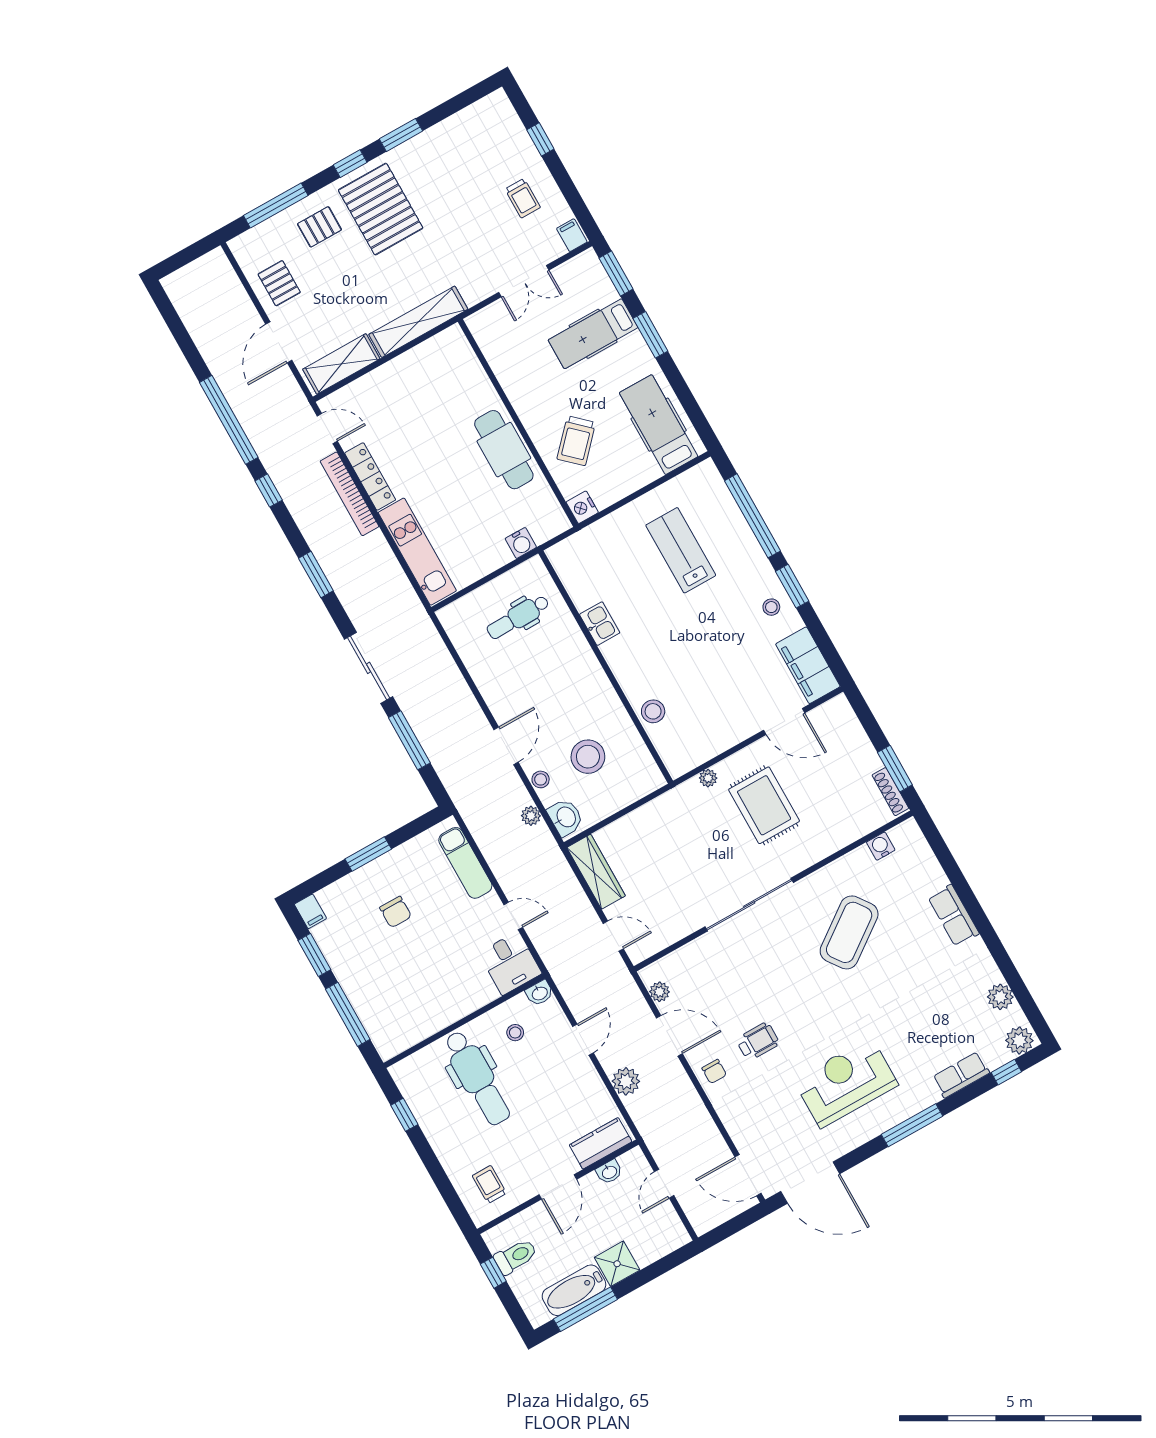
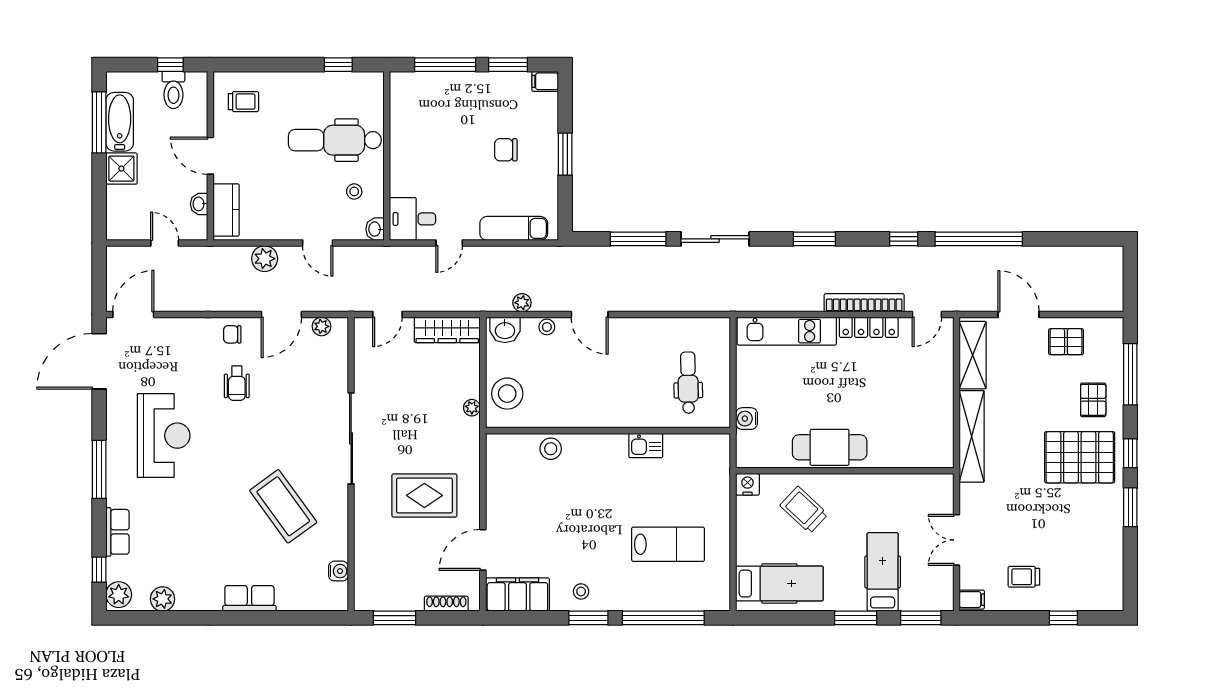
stool: (588, 757) -> (507, 394), moved
plant: (708, 778) -> (472, 408), moved
shoe rack: (890, 792) -> (446, 604), moved

